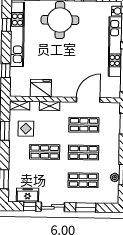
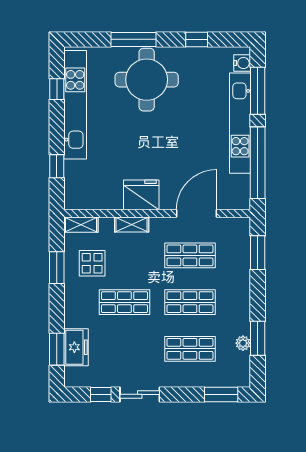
fridge: (41, 88) -> (141, 195), moved
freezer: (28, 195) -> (76, 347), moved, turned 90
window: (86, 207) -> (221, 394), moved

